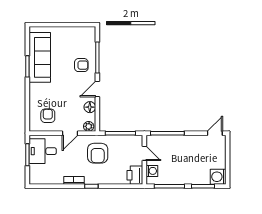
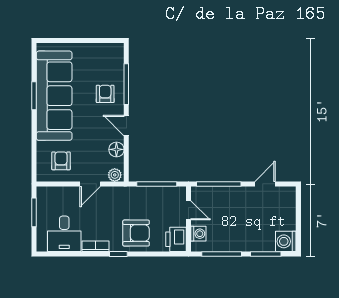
sofa: (40, 57) -> (54, 96), width x1.36, depth x1.27
armchair: (81, 65) -> (105, 94), turned -90
door: (97, 89) -> (126, 126), hinge flipped
door: (215, 133) -> (265, 184), moved
desk: (43, 151) -> (64, 234), moved, turned -90
armchair: (98, 153) -> (136, 233), moved, turned -90

